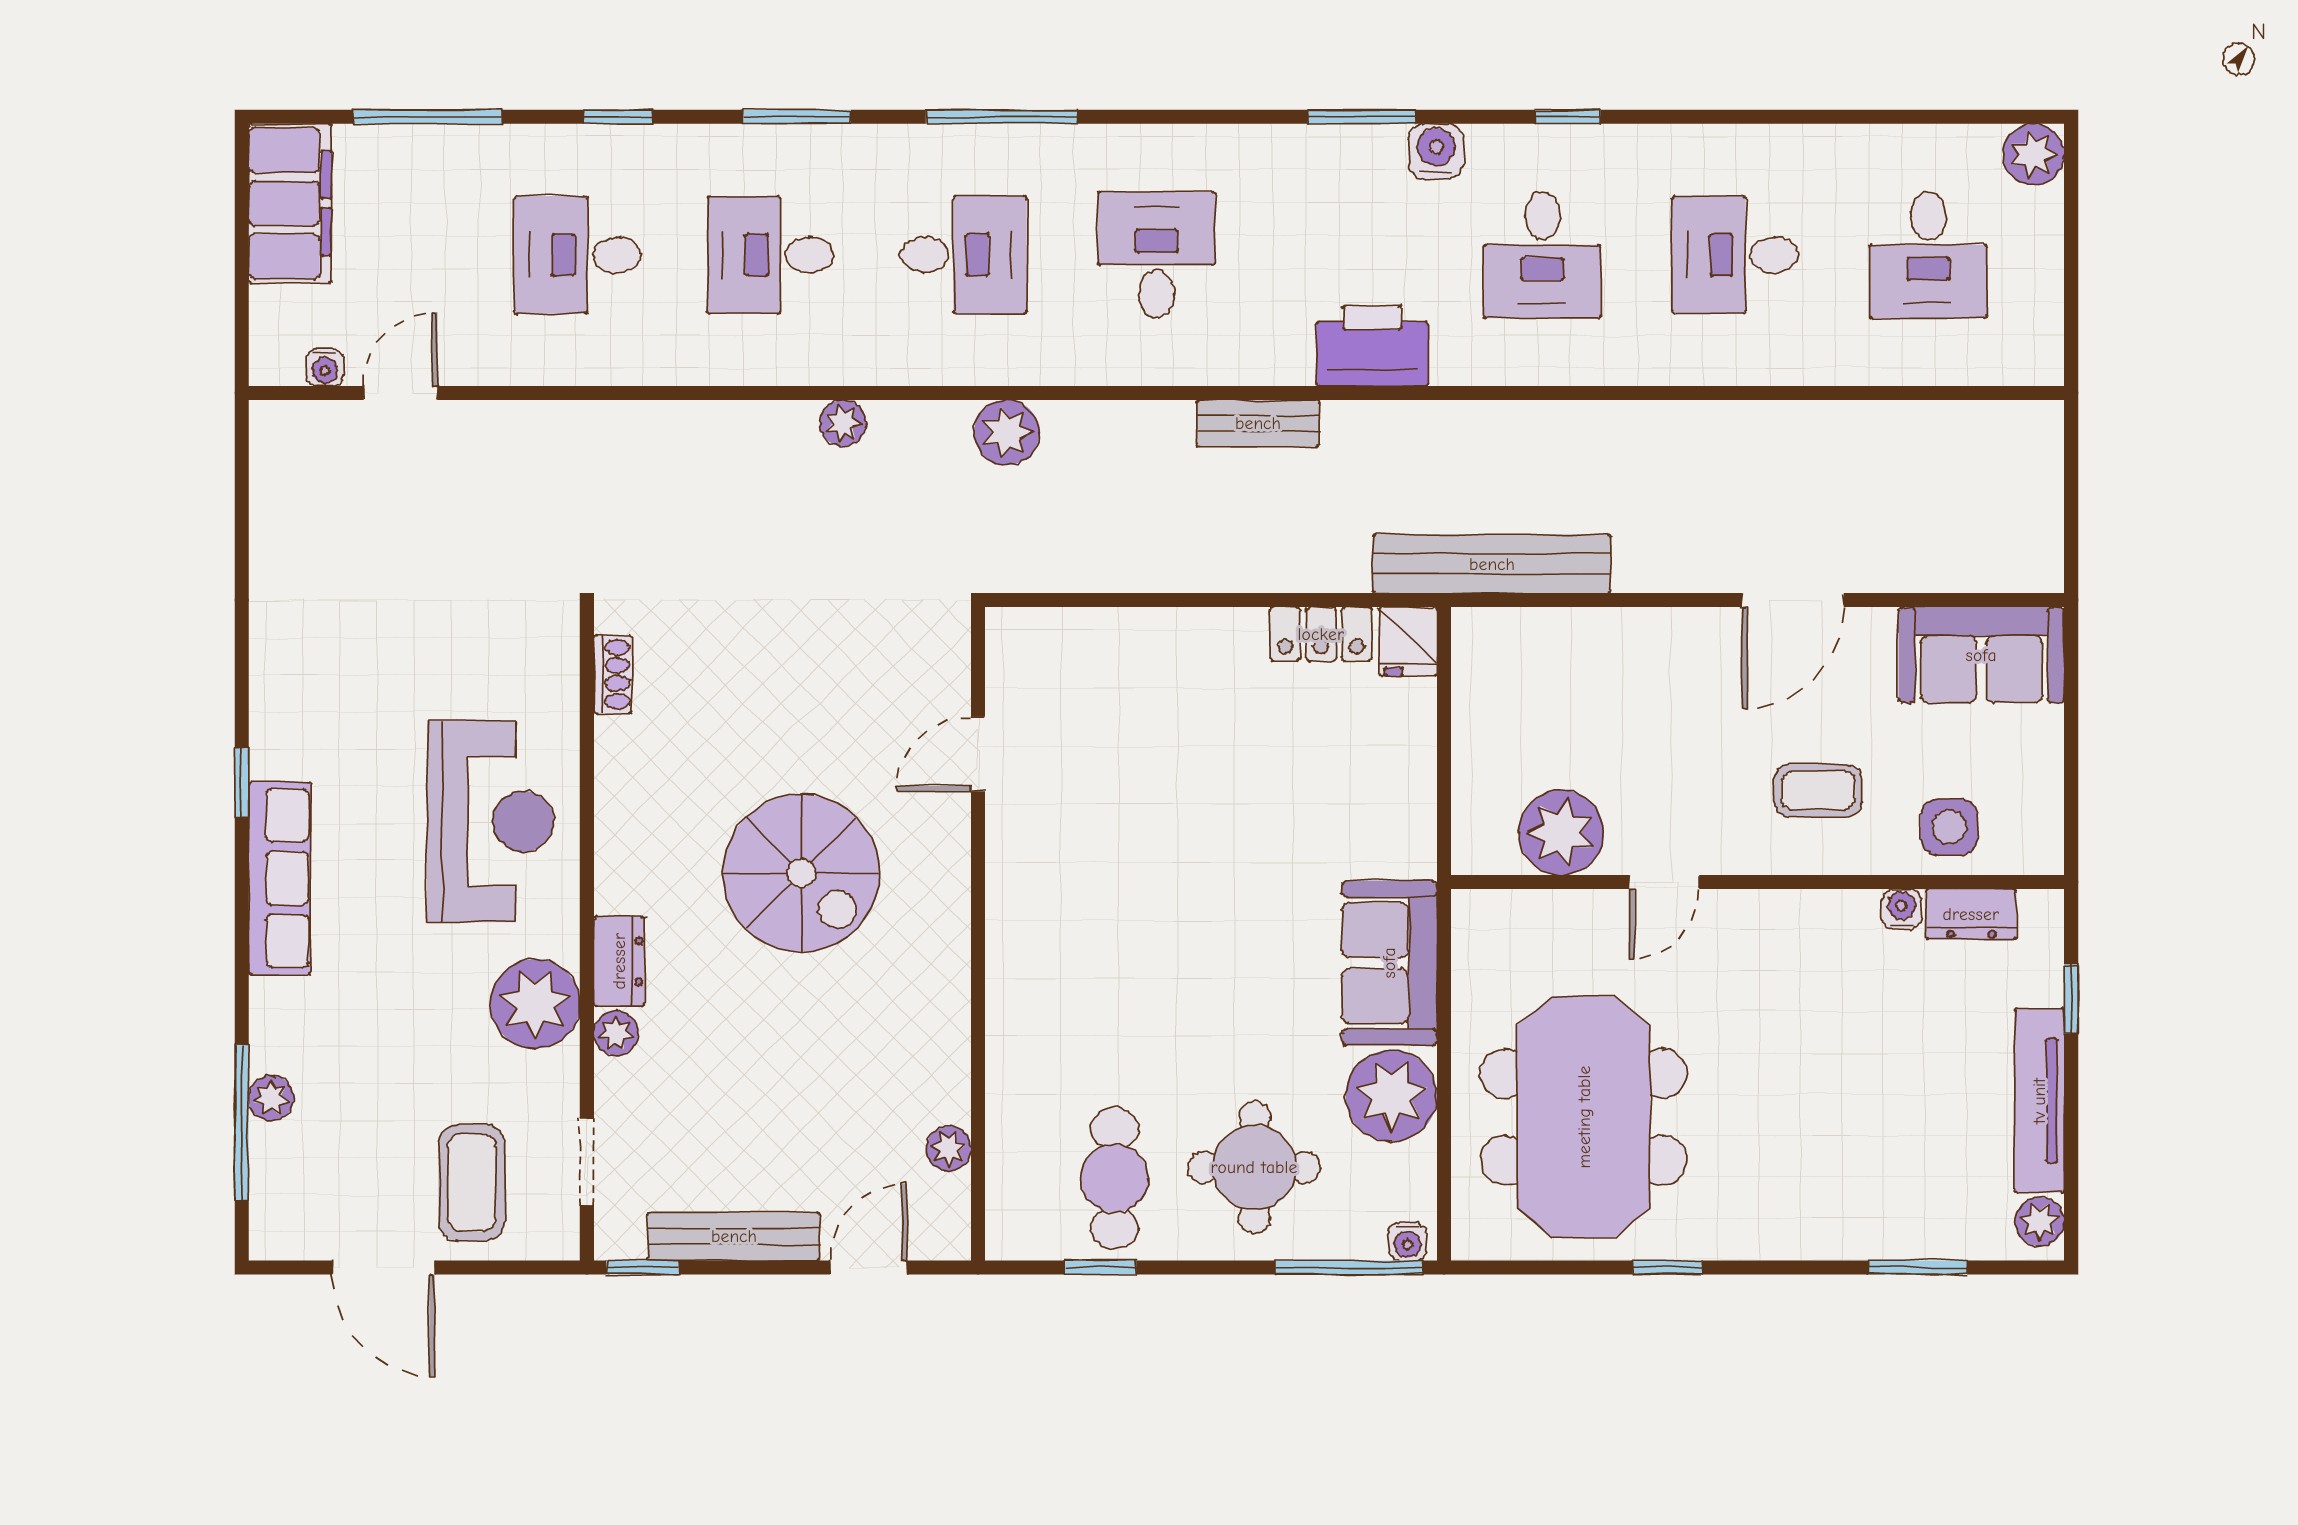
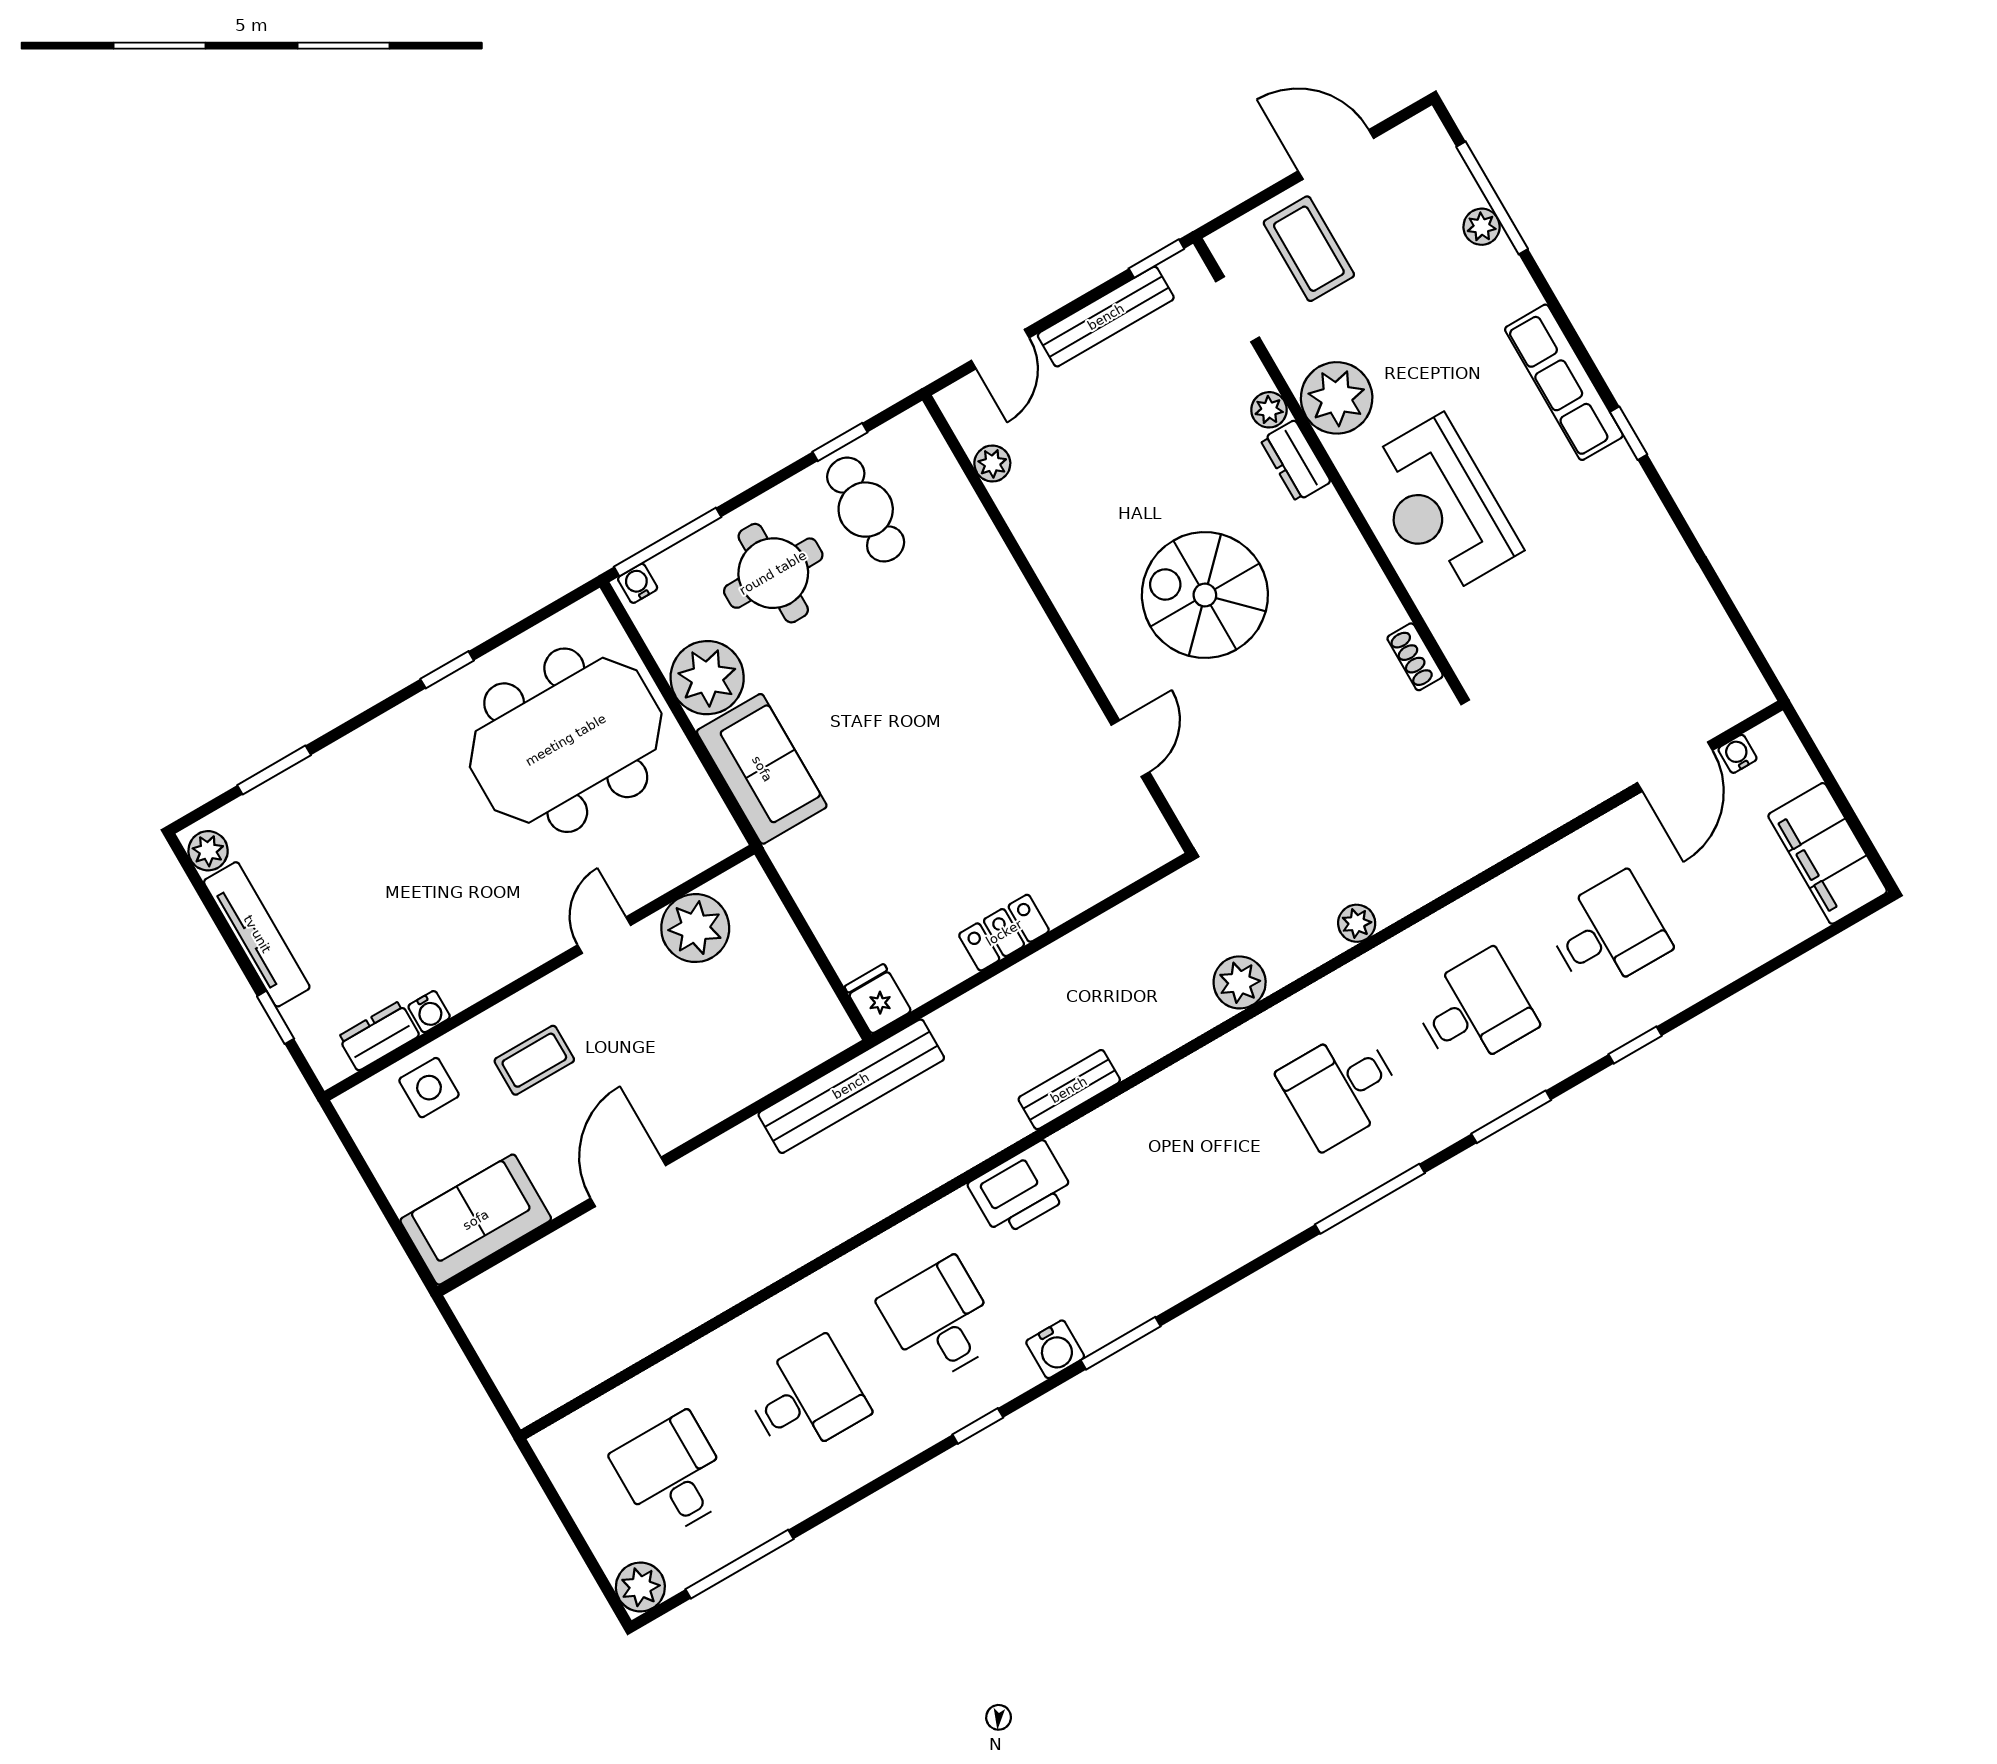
window: (427, 117) -> (739, 1564), moved
desk: (1156, 255) -> (1207, 1165), removed
door: (400, 393) -> (1675, 767), width x1.38
locker: (1321, 634) -> (1004, 933), moved
meeting table: (1584, 1117) -> (566, 740), turned 90

